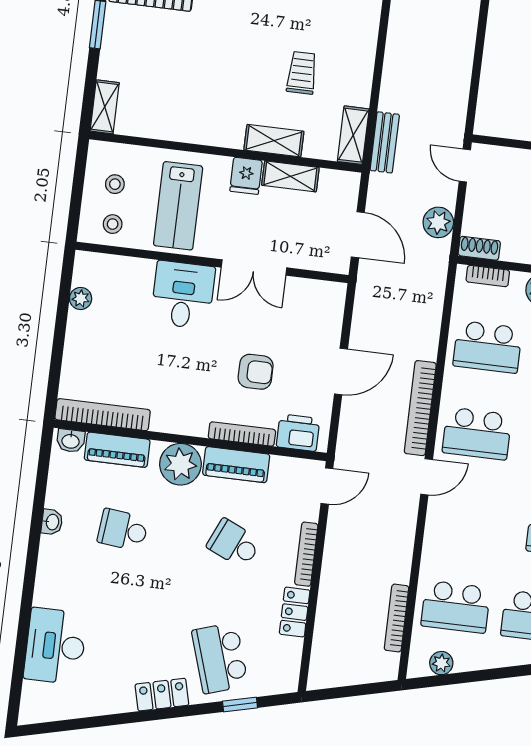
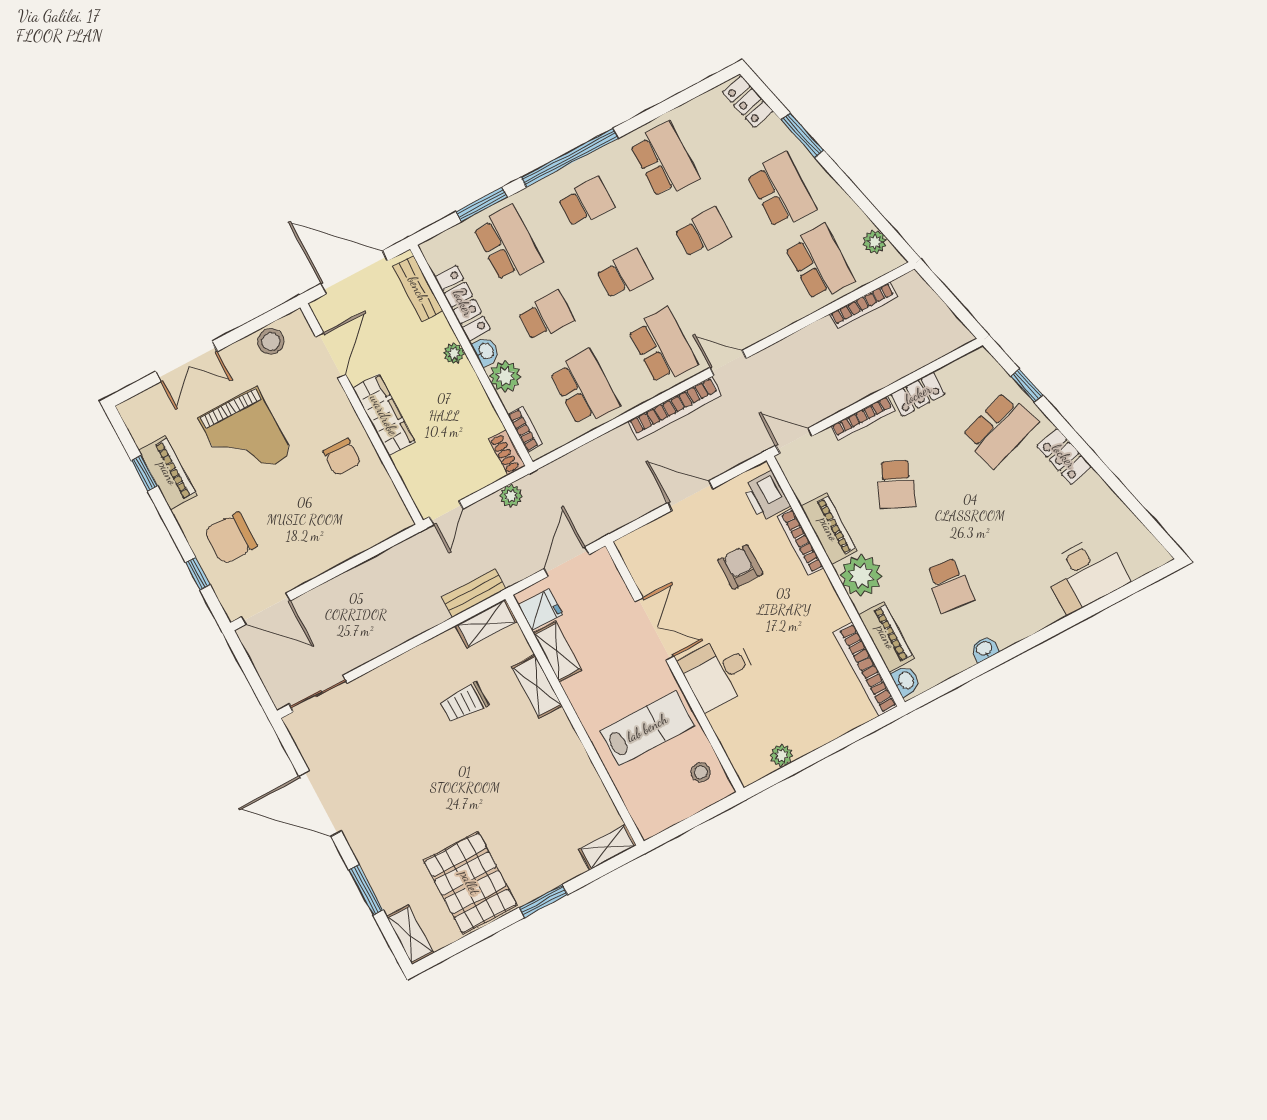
fridge: (246, 176) -> (540, 610), moved
stool: (115, 184) -> (666, 794), removed
plant: (438, 222) -> (511, 496), width x0.73, depth x0.73

